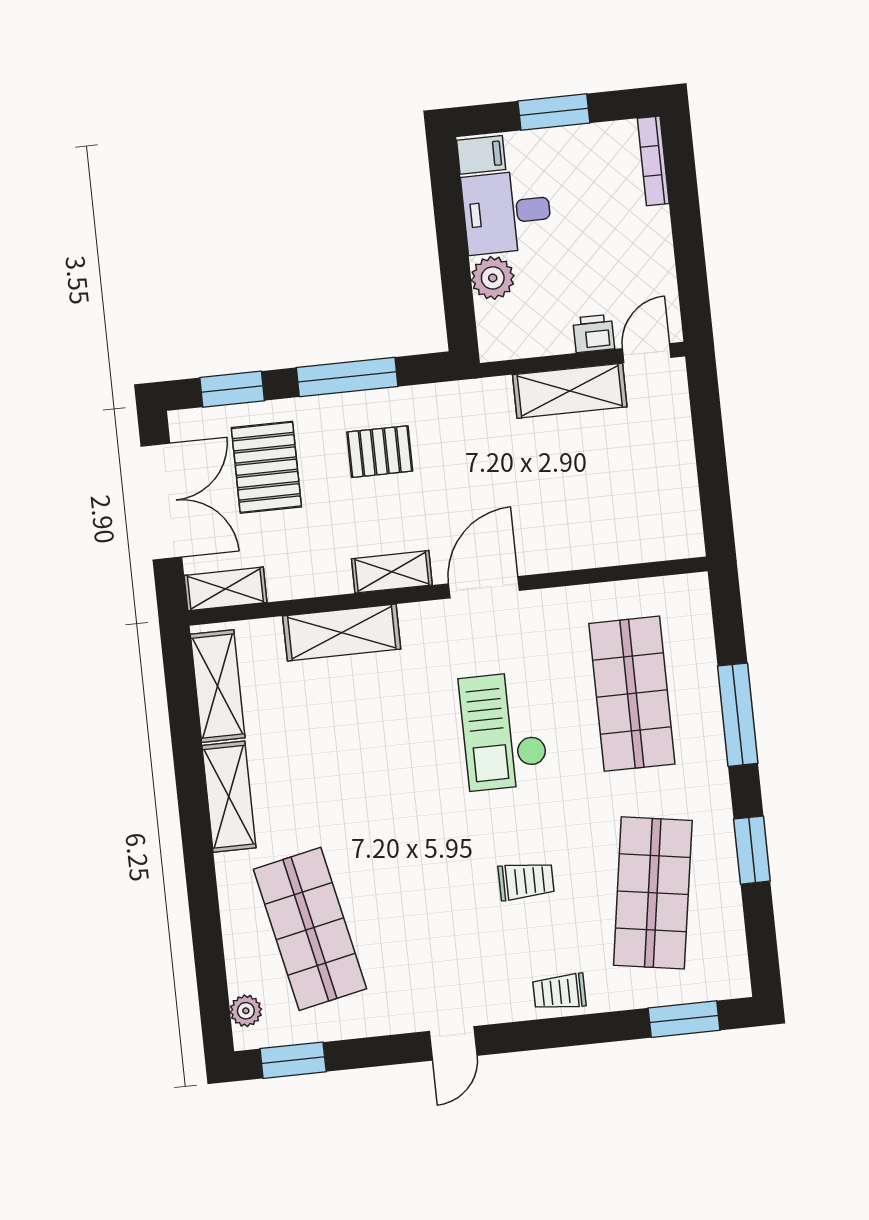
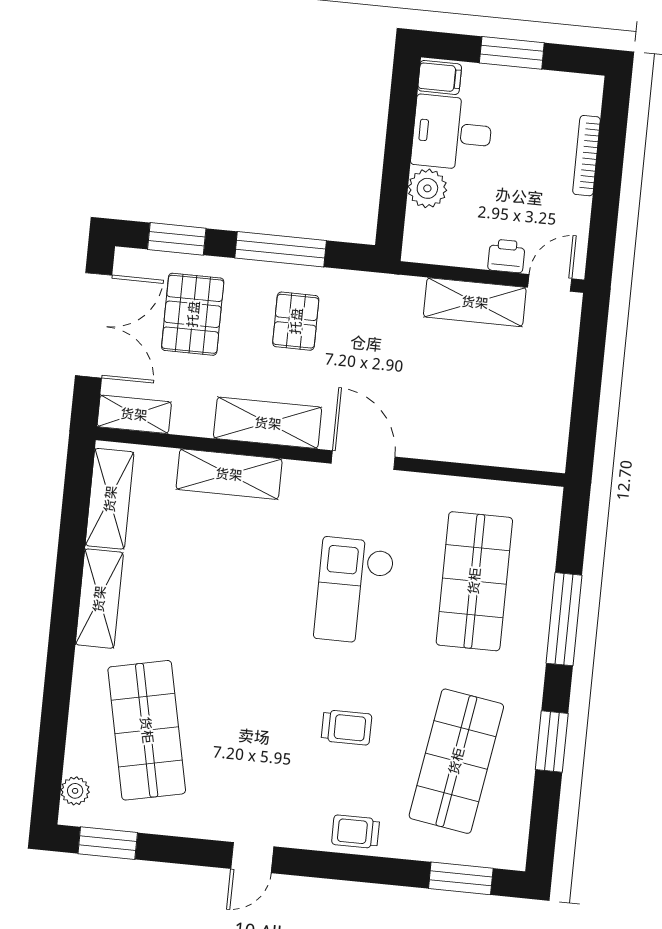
bookcase: (653, 161) -> (587, 156), moved
pallet: (380, 452) -> (296, 321), turned 90
shelving: (392, 572) -> (268, 423), width x1.50, depth x1.33
door: (484, 587) -> (363, 460), hinge flipped

